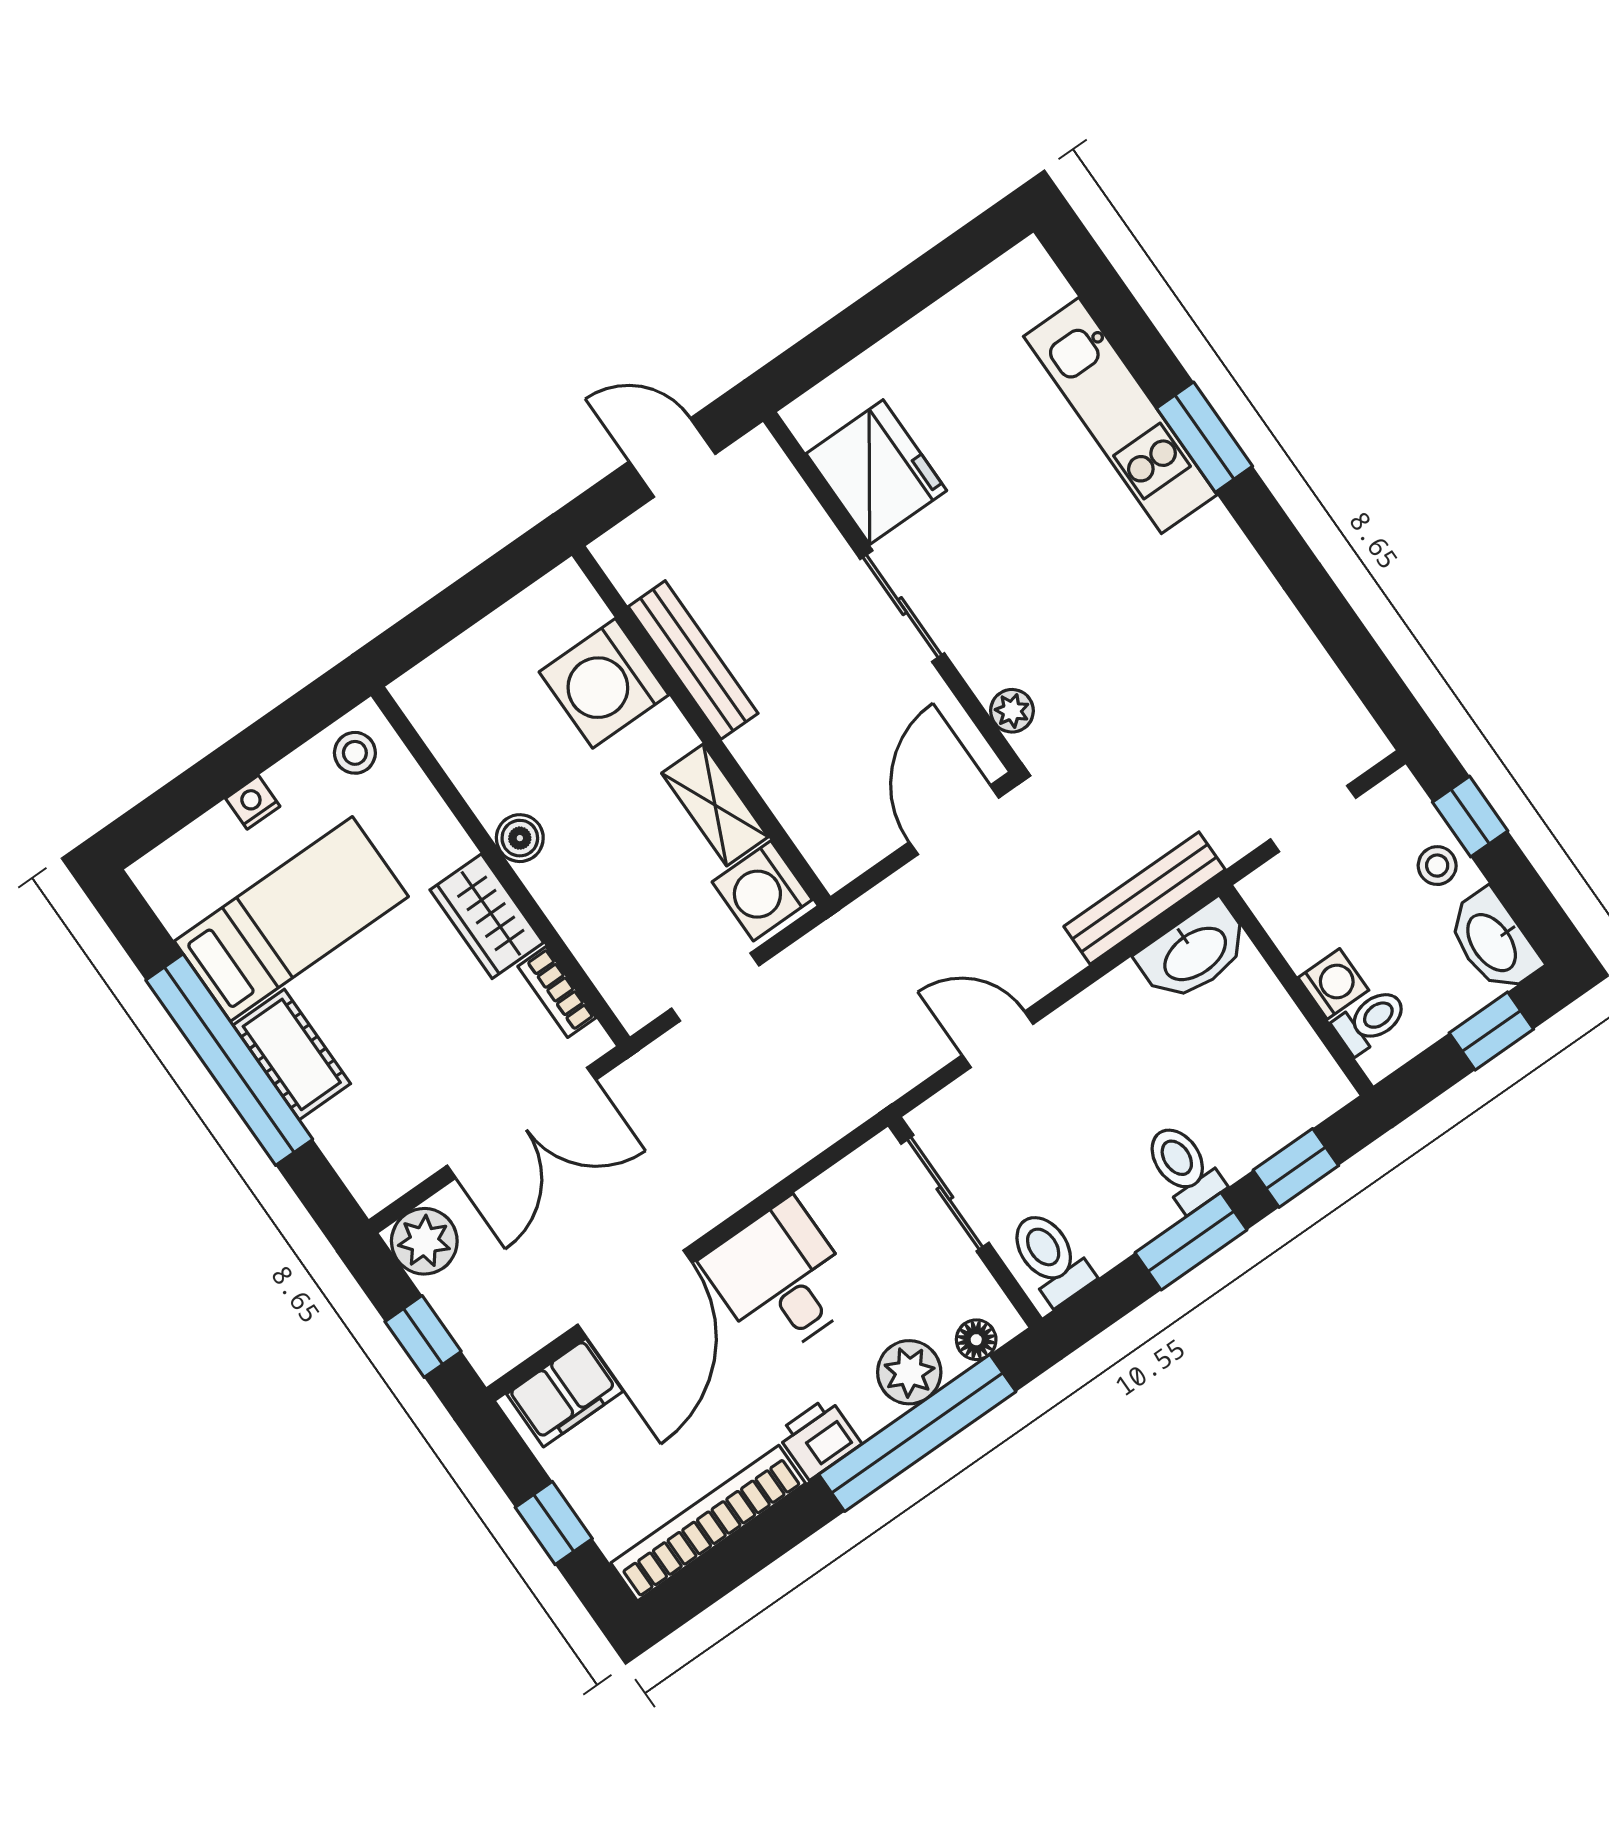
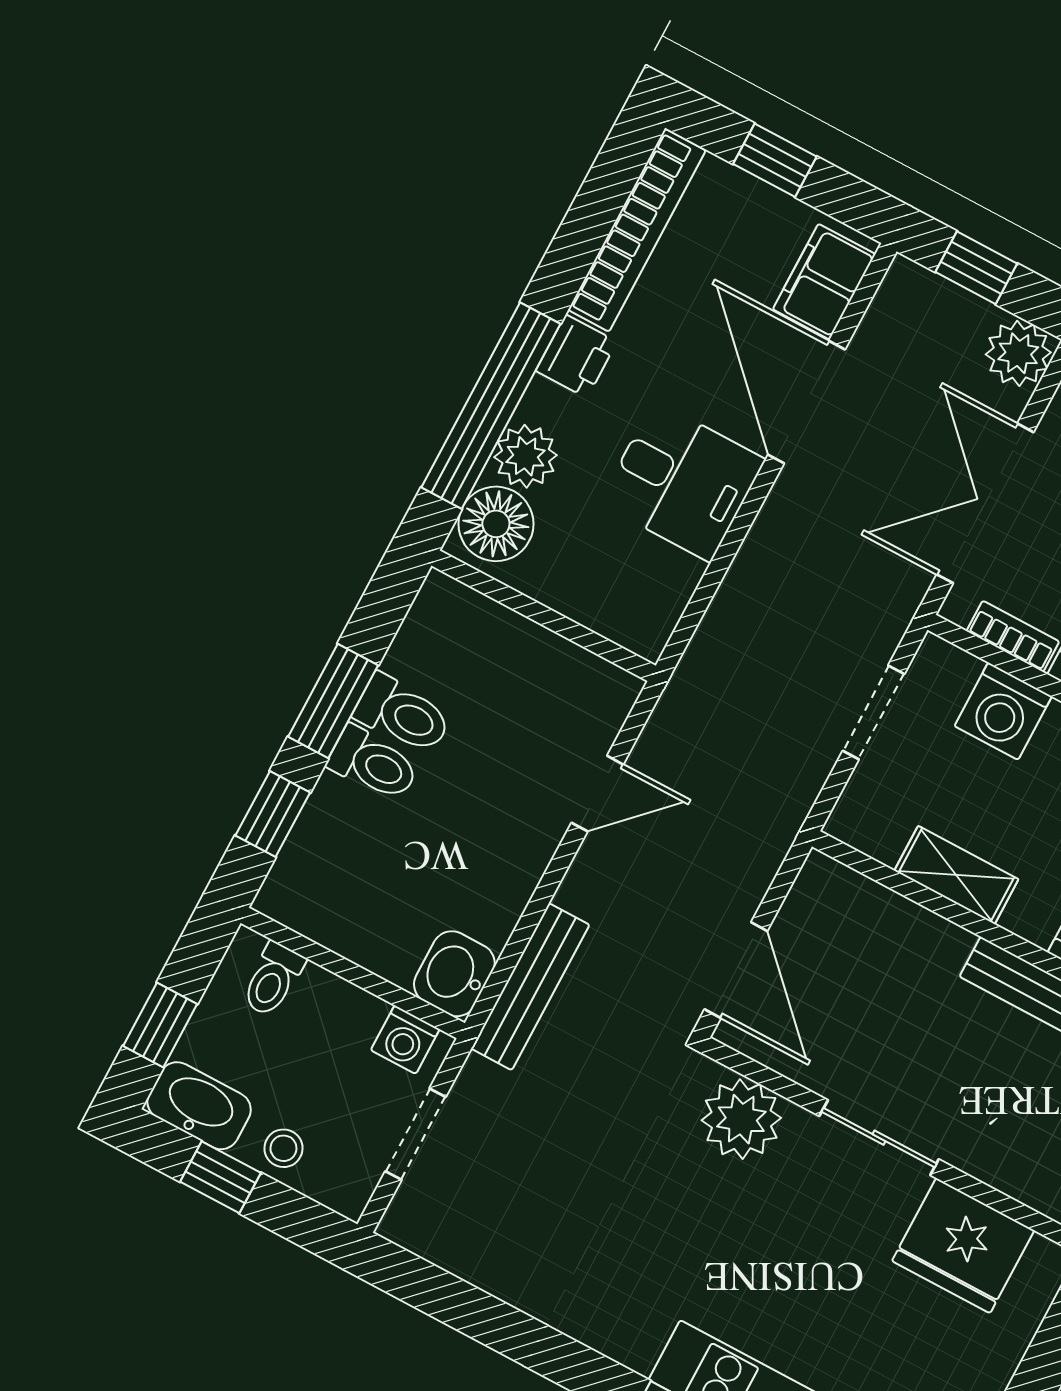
plant: (1012, 711) -> (741, 1119), width x1.87, depth x1.87
window: (1470, 816) -> (221, 1177), moved
washing machine: (762, 891) -> (1003, 711), moved, turned 180
washbasin: (1194, 952) -> (454, 974), width x0.72
washing machine: (1333, 984) -> (405, 1040), moved
sliding door: (945, 1193) -> (575, 632), removed
toilet: (1050, 1257) -> (403, 714), moved
floor lamp: (976, 1340) -> (496, 524), width x1.89, depth x1.89

